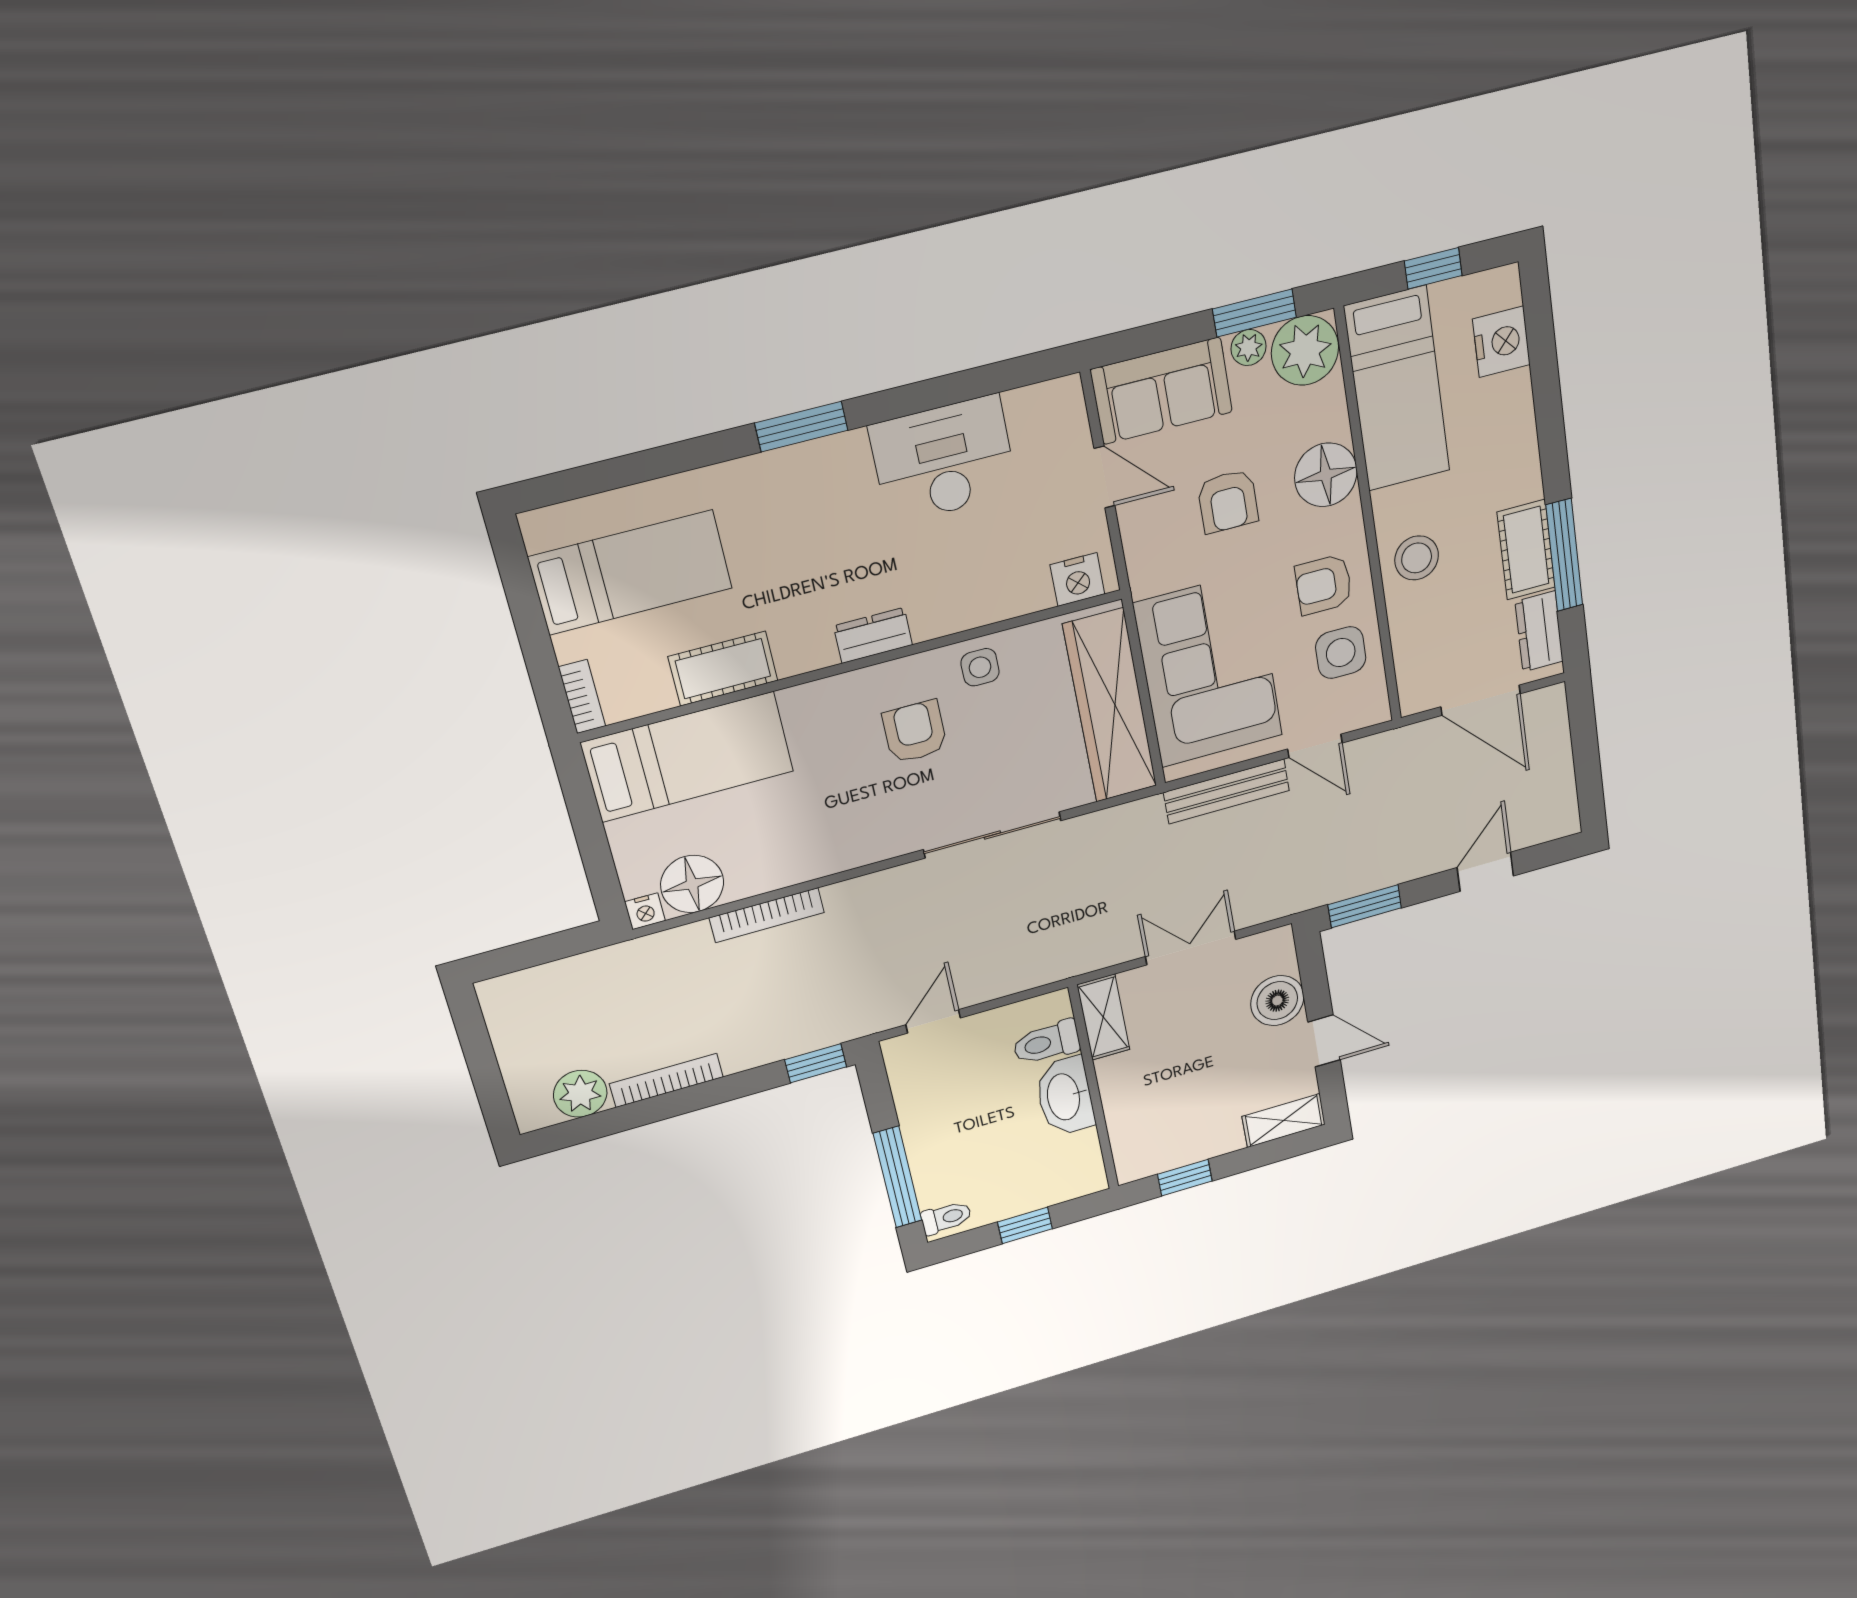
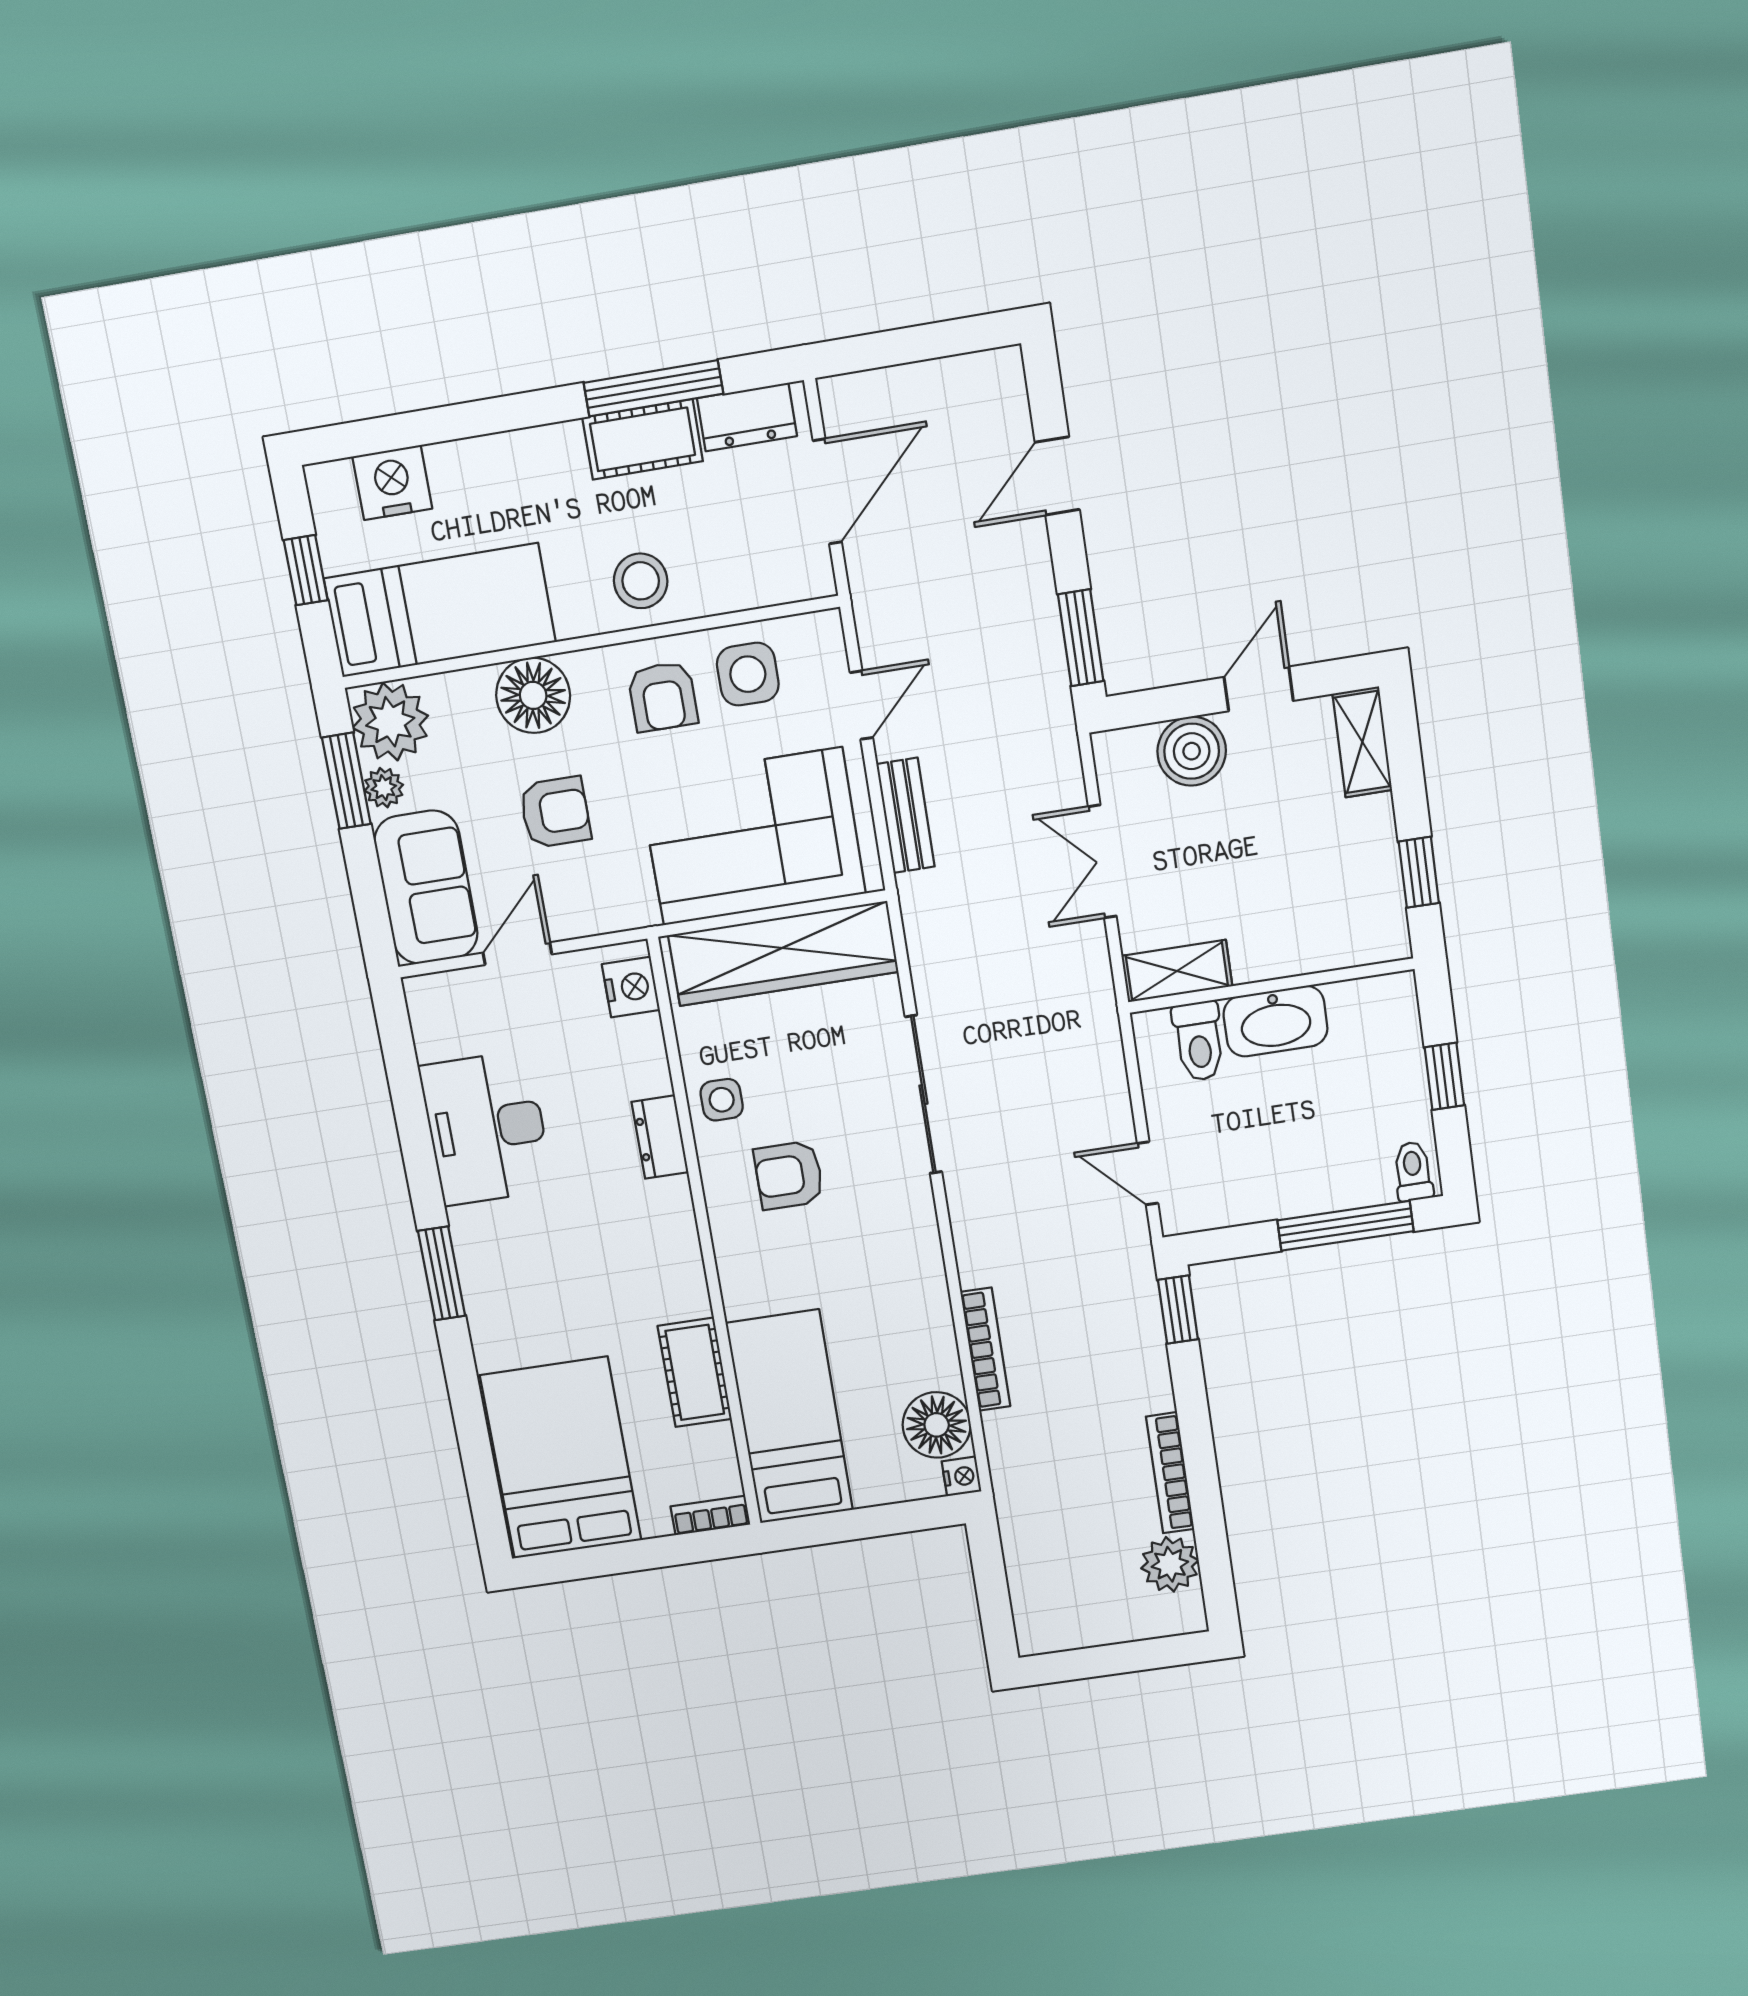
bed: (631, 573) -> (561, 1458), width x1.50
dresser: (873, 635) -> (660, 1137), moved
bench: (1227, 791) -> (906, 815), width x0.73
door: (1485, 872) -> (1057, 476), hinge flipped

